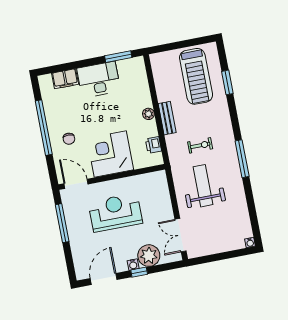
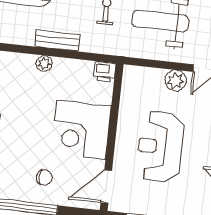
printer: (153, 145) -> (105, 72), moved
plant: (165, 209) -> (175, 81), added

